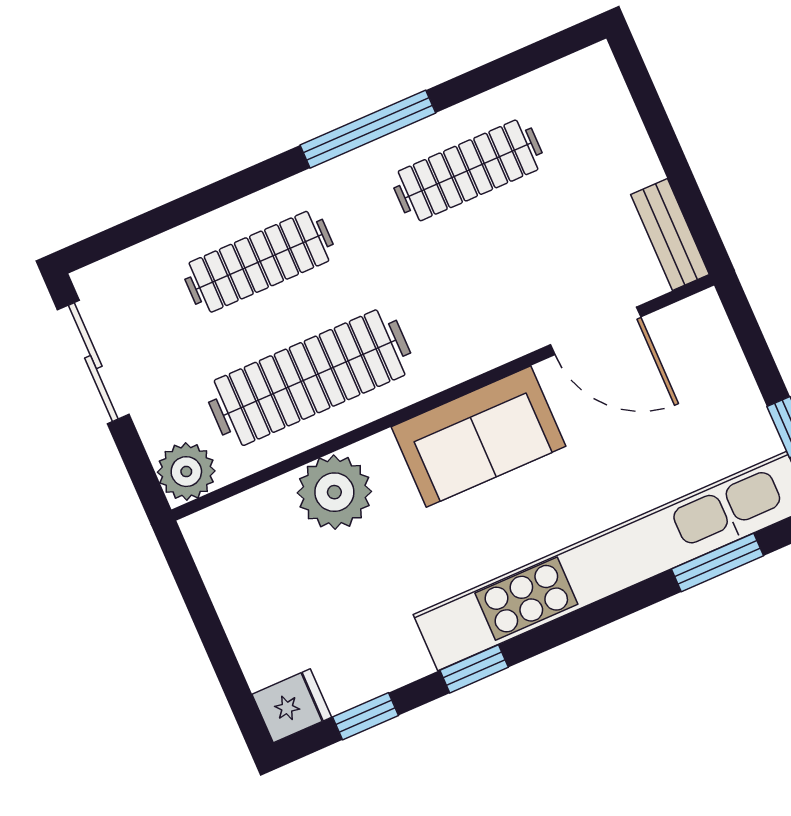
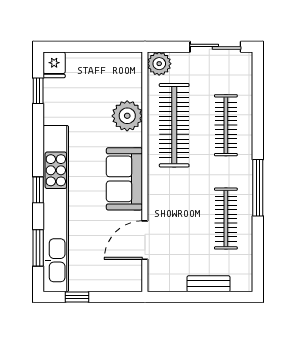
bench: (670, 235) -> (209, 284), moved
window: (474, 669) -> (38, 190), moved

